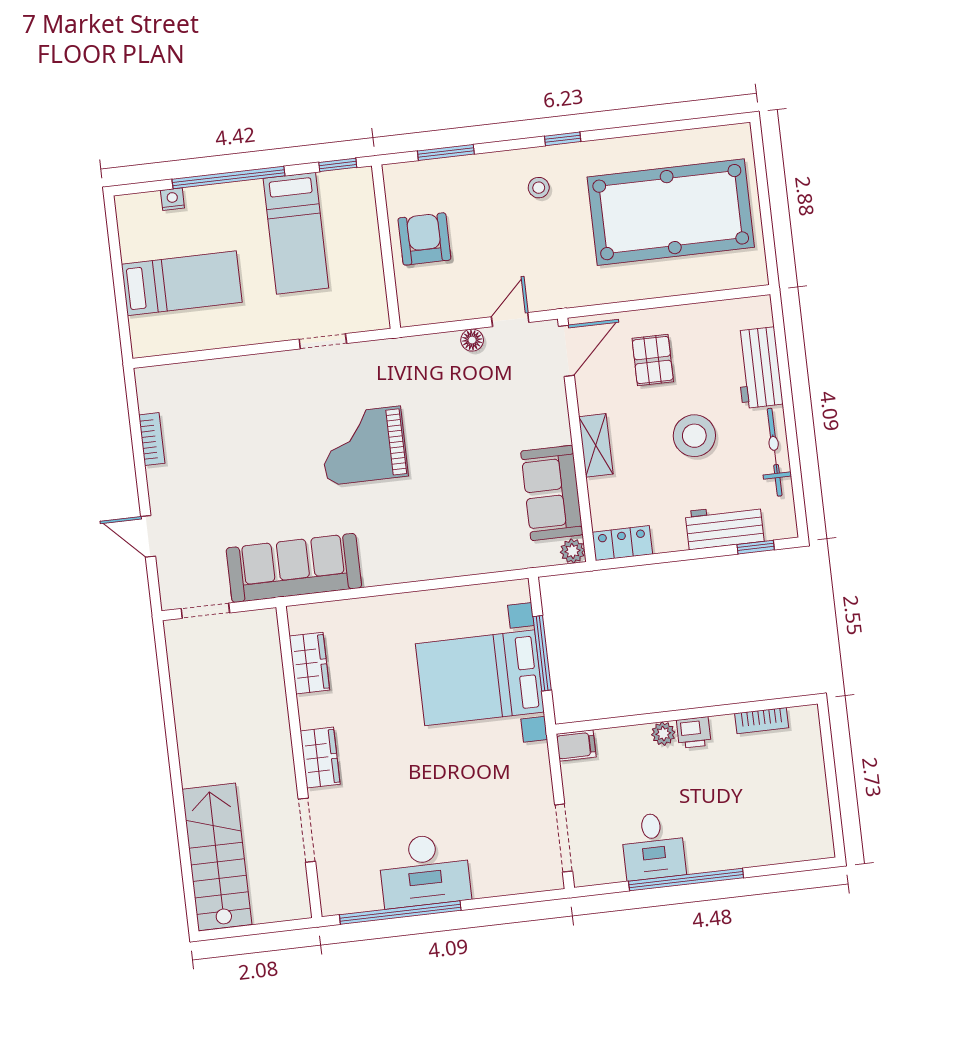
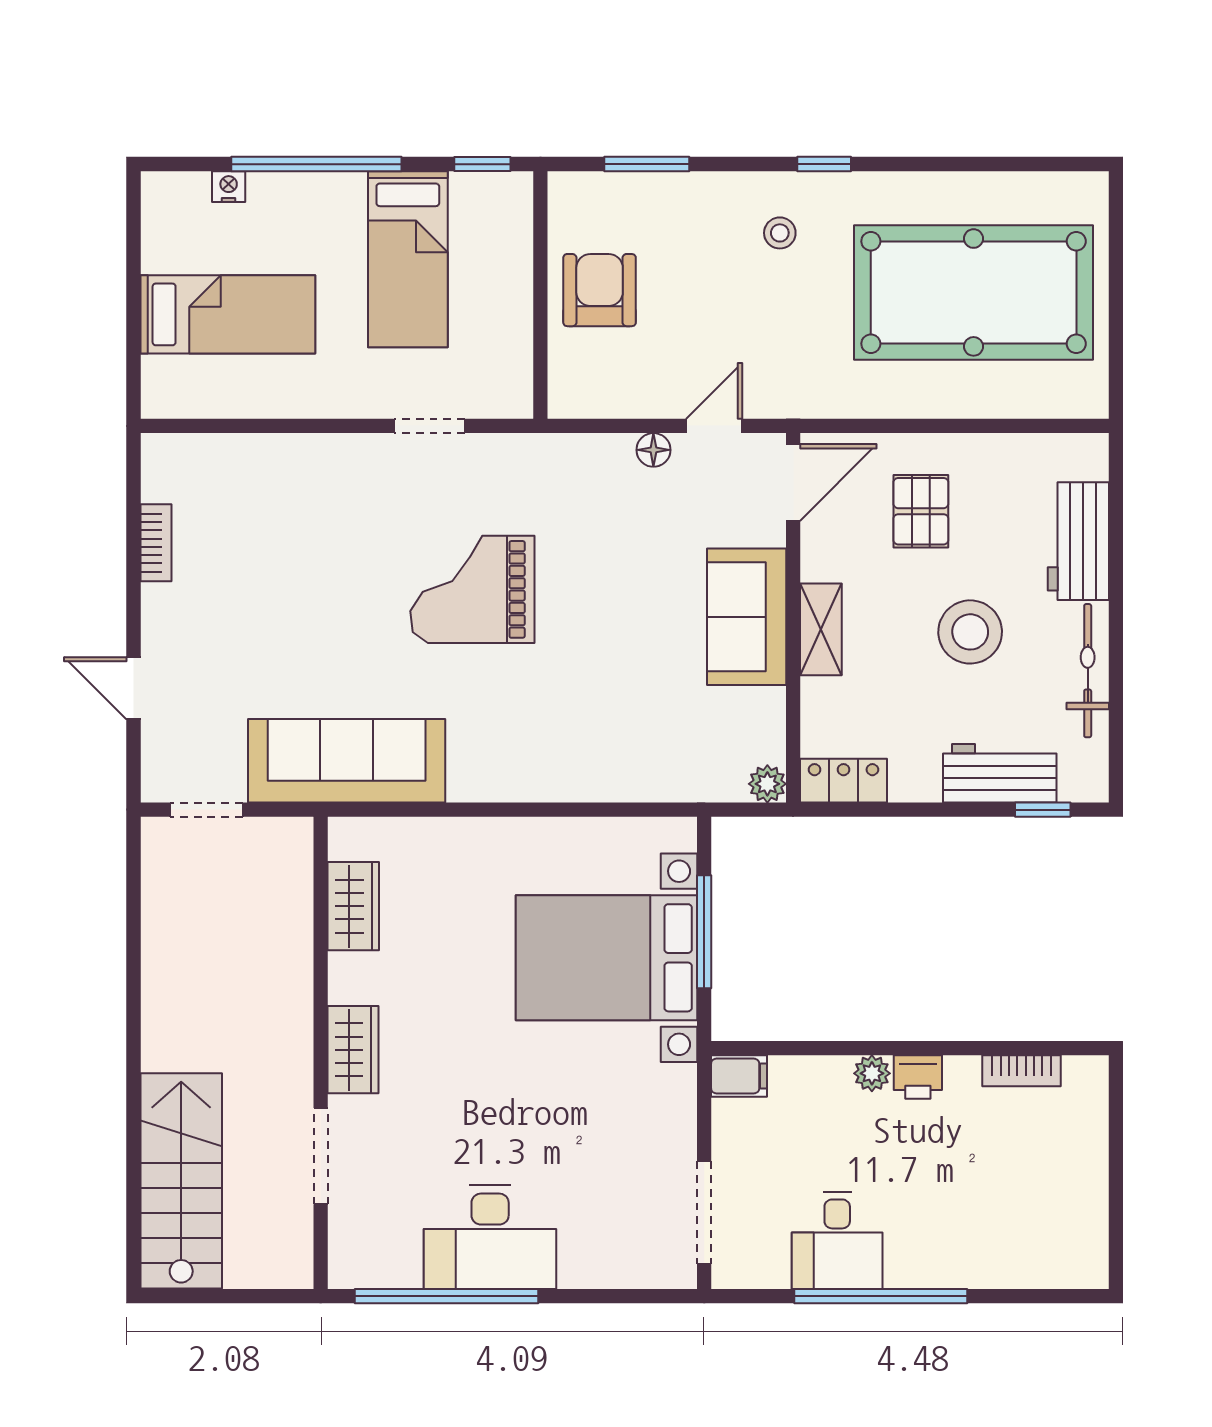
sofa: (552, 493) -> (747, 617), moved

